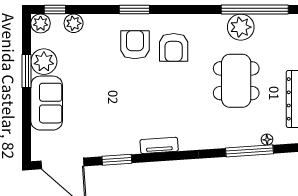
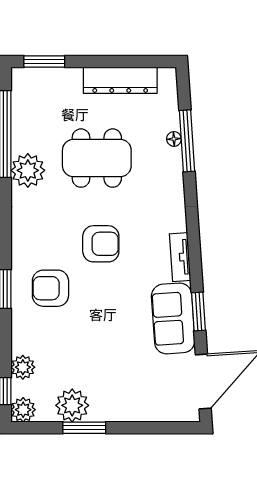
plant: (241, 27) -> (28, 170), moved
armchair: (174, 47) -> (101, 244), moved
sofa: (47, 103) -> (173, 318), moved, turned -94
floor lamp: (267, 140) -> (174, 139), moved

